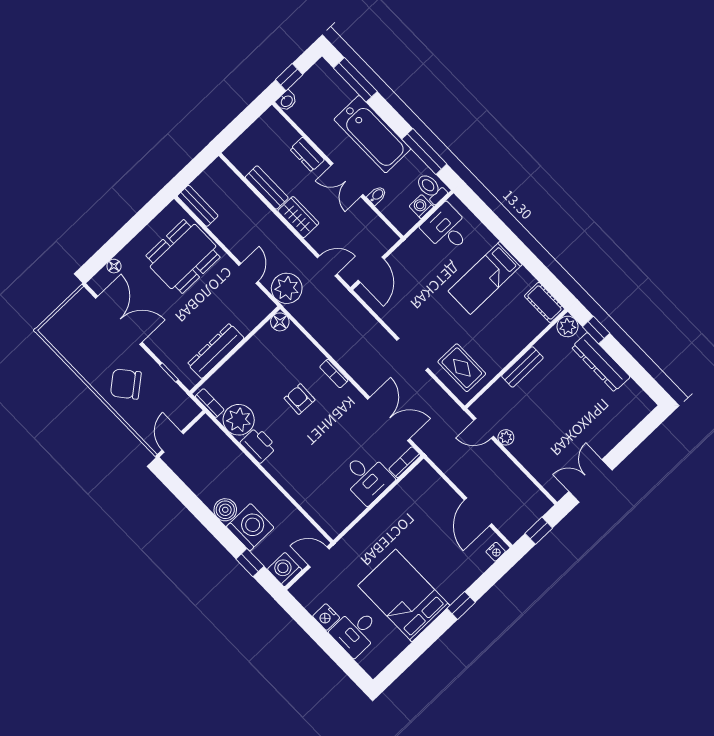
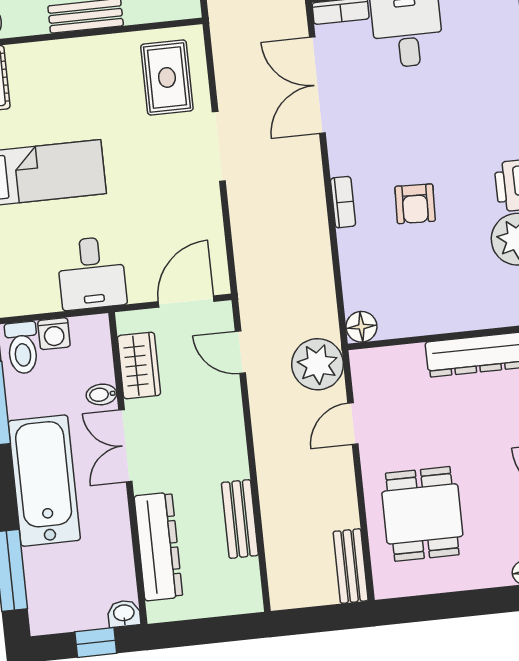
dresser: (307, 154) -> (158, 547), width x1.96, depth x1.24
double door: (347, 180) -> (125, 446), swing flipped
wardrobe: (298, 217) -> (139, 365), moved, turned 180
desk: (447, 229) -> (92, 273), moved
dining table: (183, 256) -> (422, 514), width x0.73

